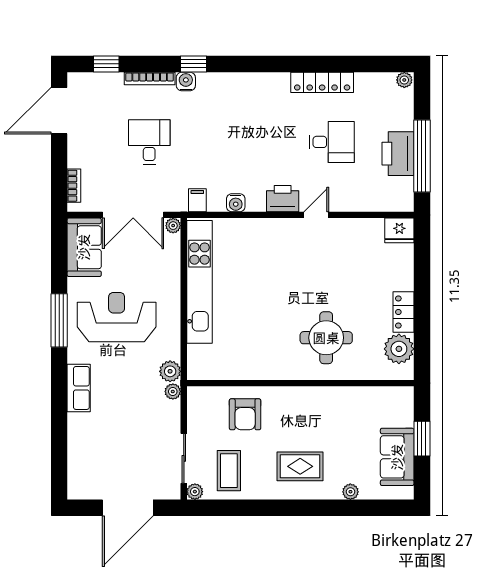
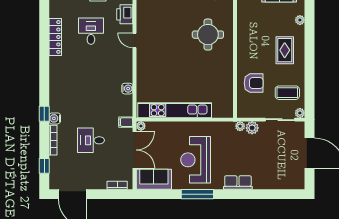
printer: (283, 199) -> (125, 14), moved
filing cabinet: (197, 200) -> (126, 122), moved
plant: (170, 371) -> (252, 128), moved

